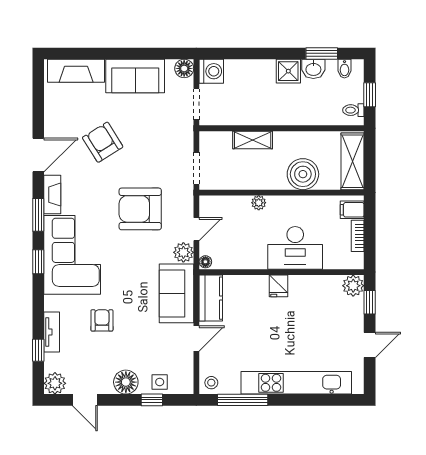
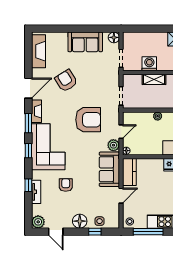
fireplace: (76, 71) -> (39, 51), moved, turned -90
washing machine: (211, 71) -> (149, 64), moved, turned -90
armchair: (140, 209) -> (88, 120), turned 180
window: (38, 350) -> (28, 185), moved

